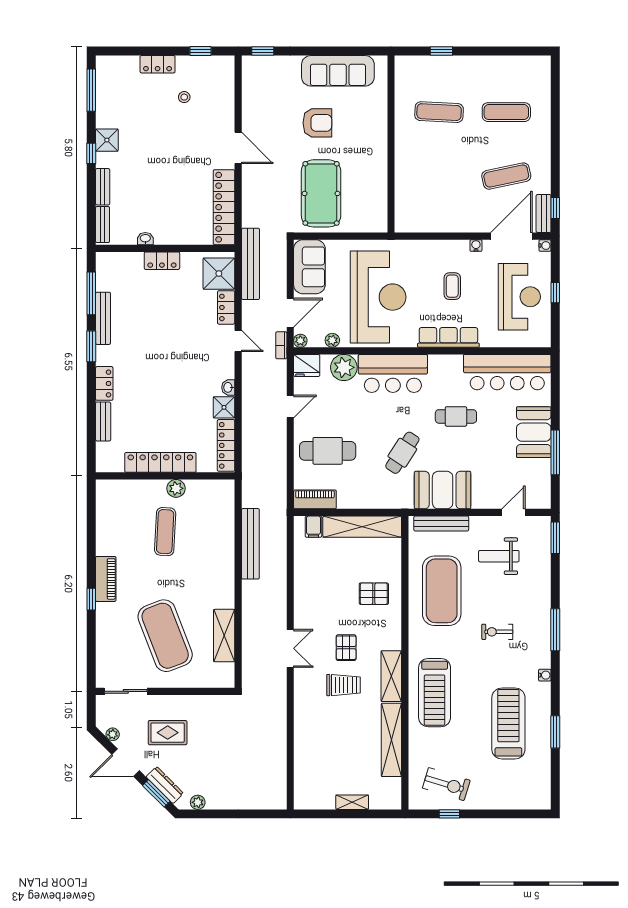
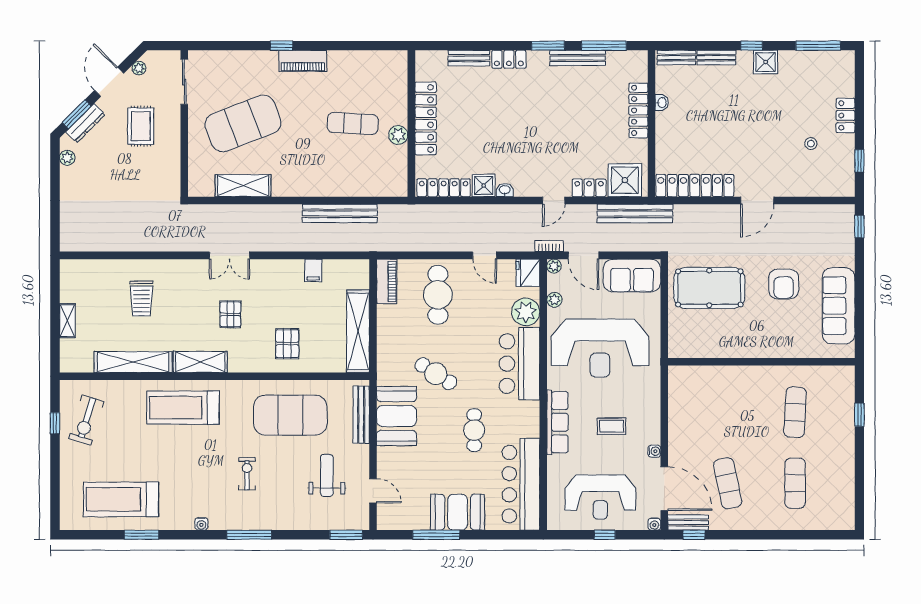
locker: (162, 261) -> (638, 110), width x1.53
filing cabinet: (313, 527) -> (313, 270), moved, turned -90
pallet: (346, 648) -> (230, 314), turned 90
trolley: (344, 685) -> (142, 299), moved
treadmill: (508, 723) -> (121, 499), moved, turned 180

